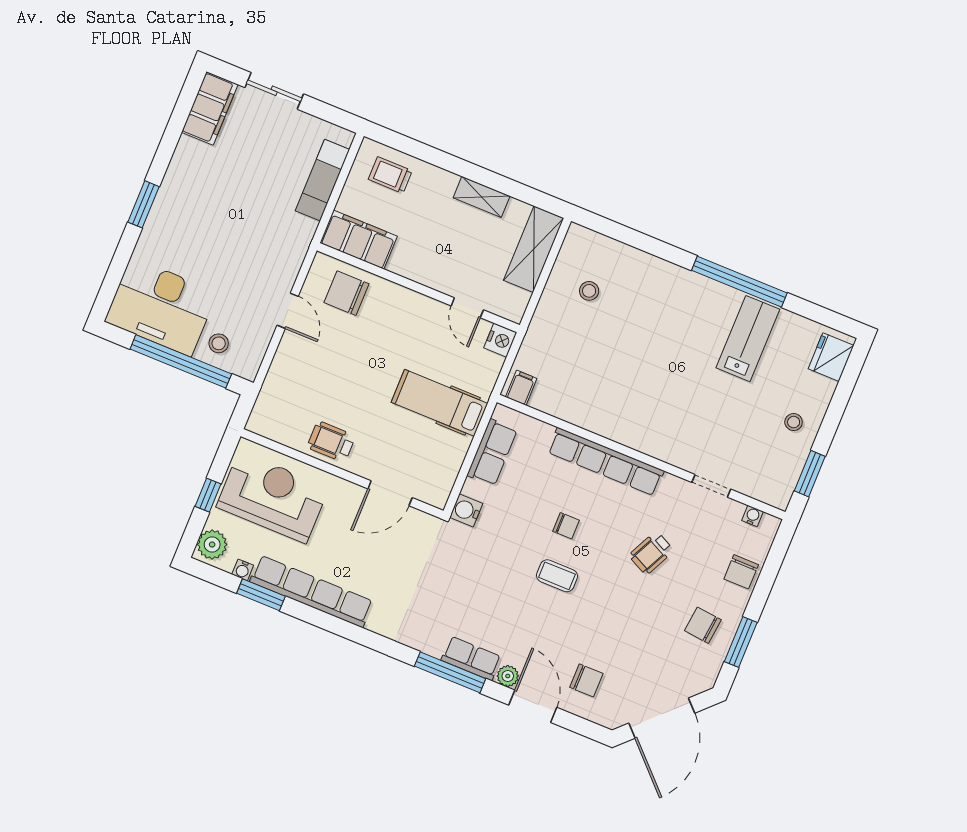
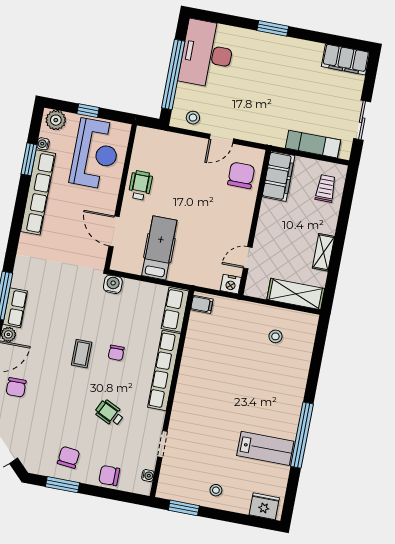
sliding door: (274, 91) -> (362, 120), moved
stool: (219, 343) -> (193, 118), moved
hospital bed: (439, 403) -> (159, 248), moved
row of seats: (492, 452) -> (175, 310), moved, turned 90

